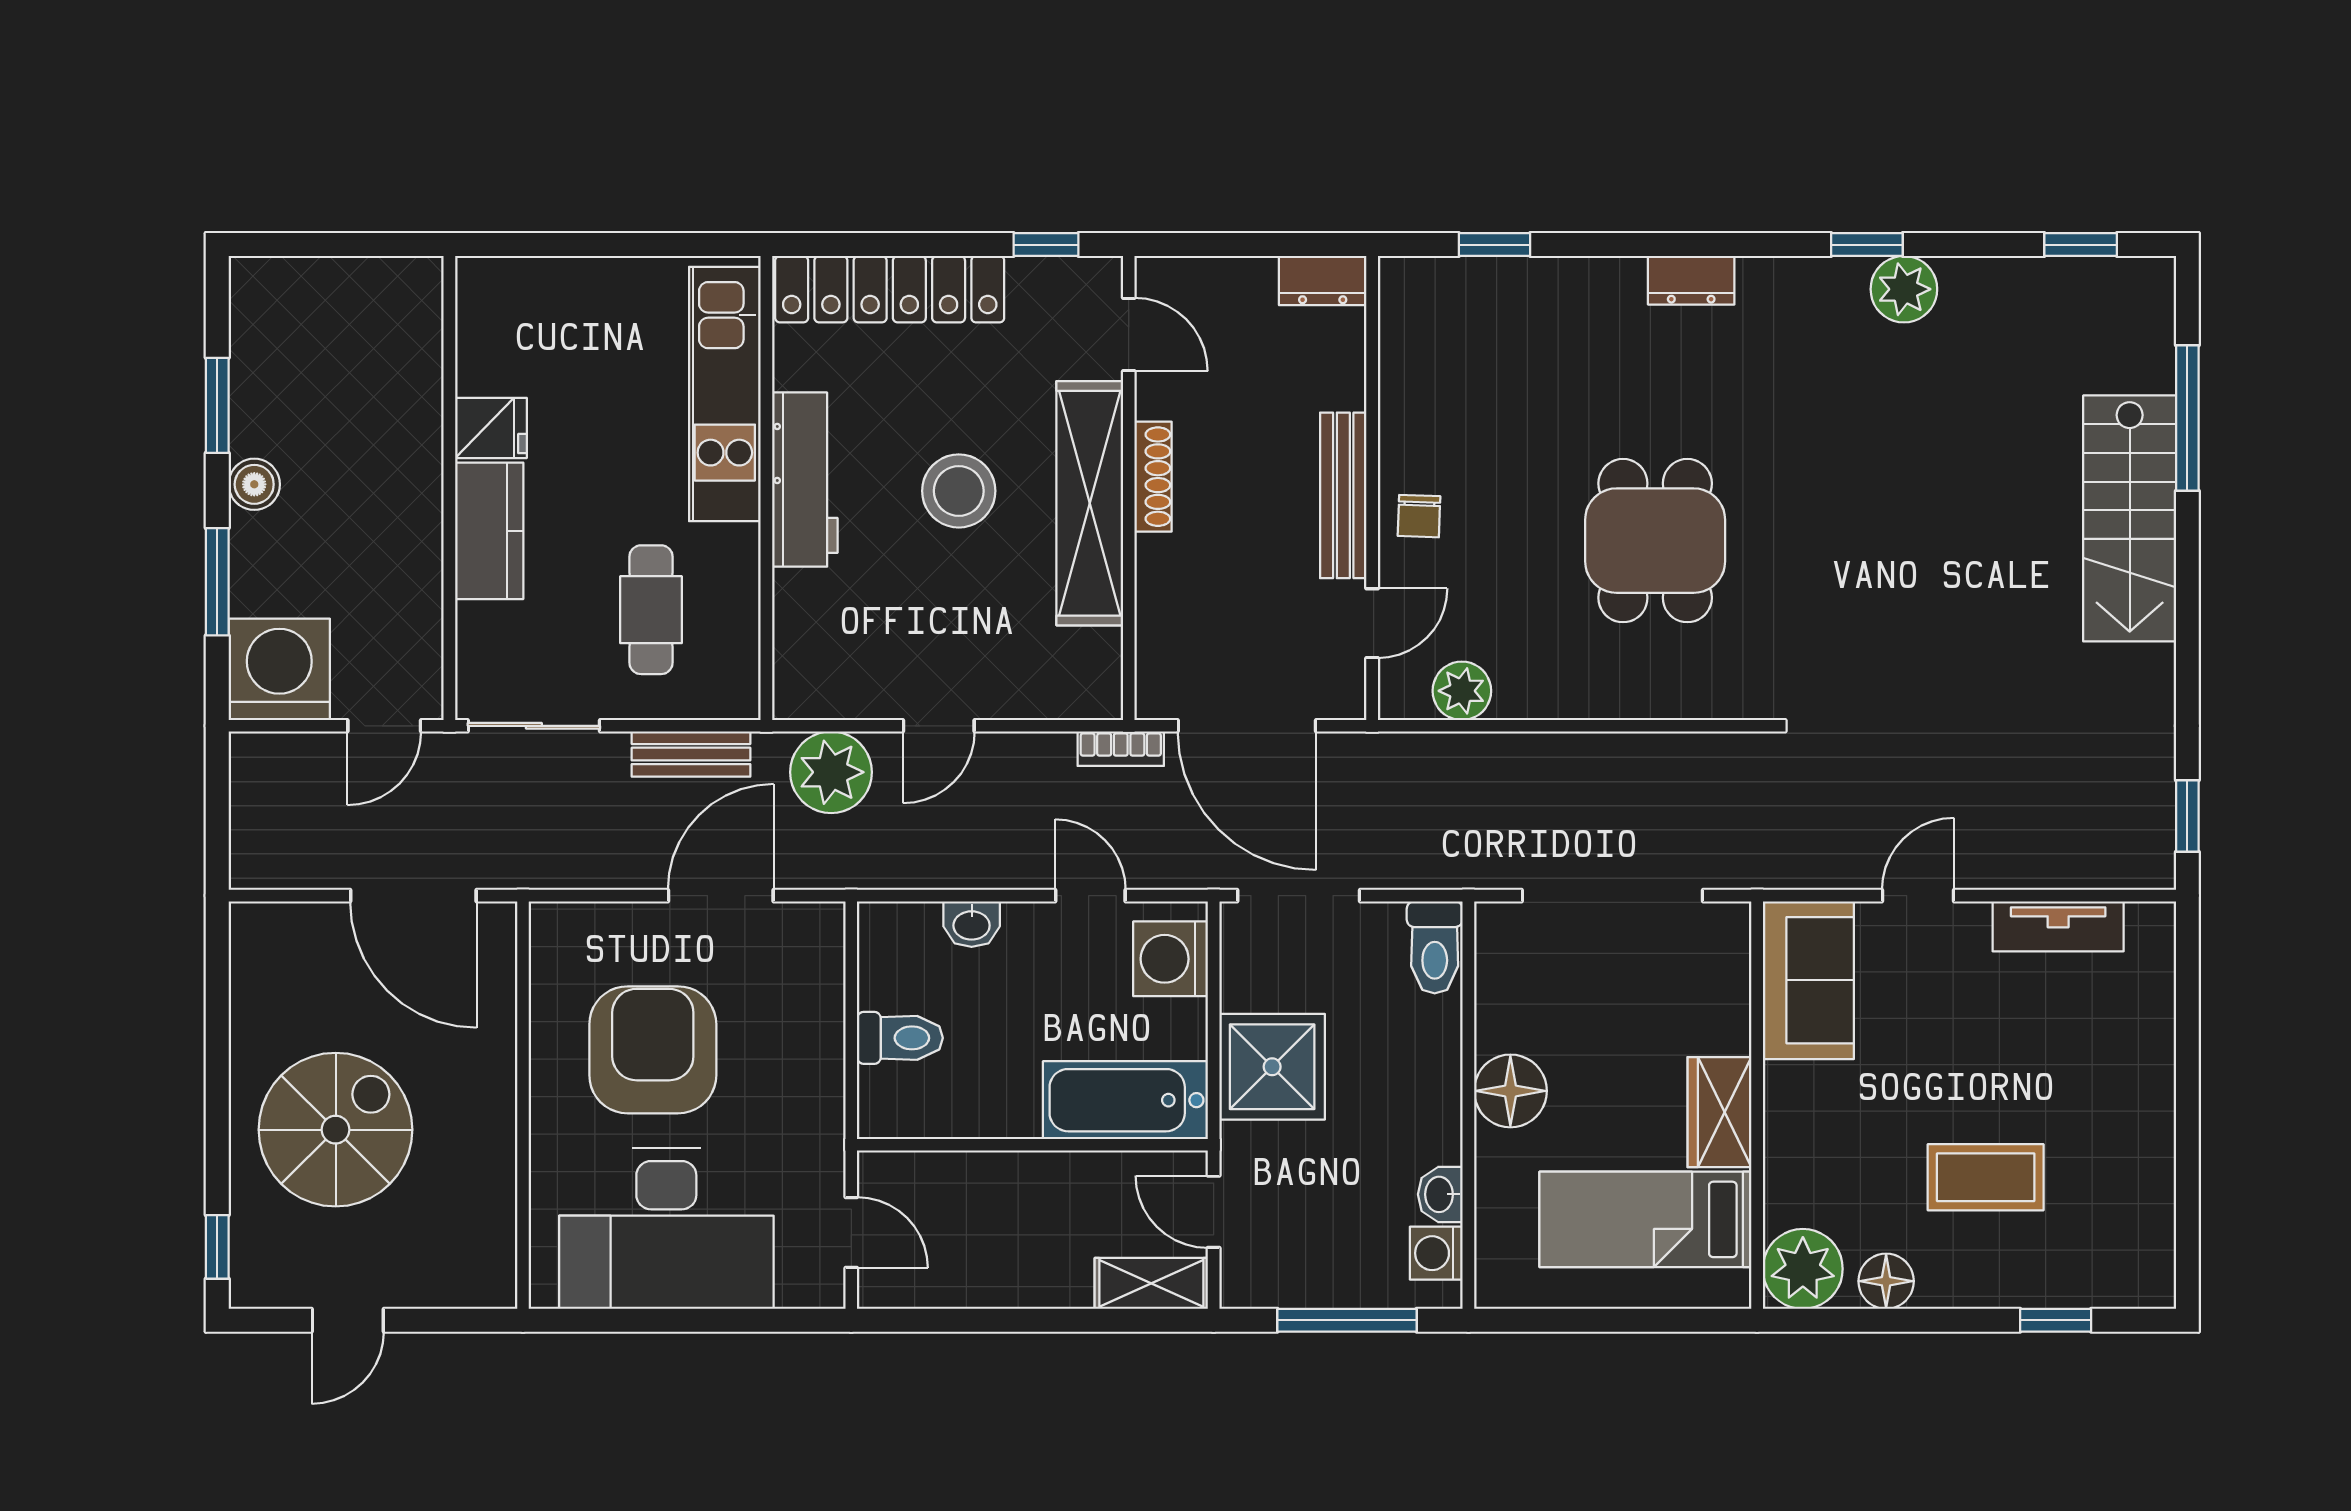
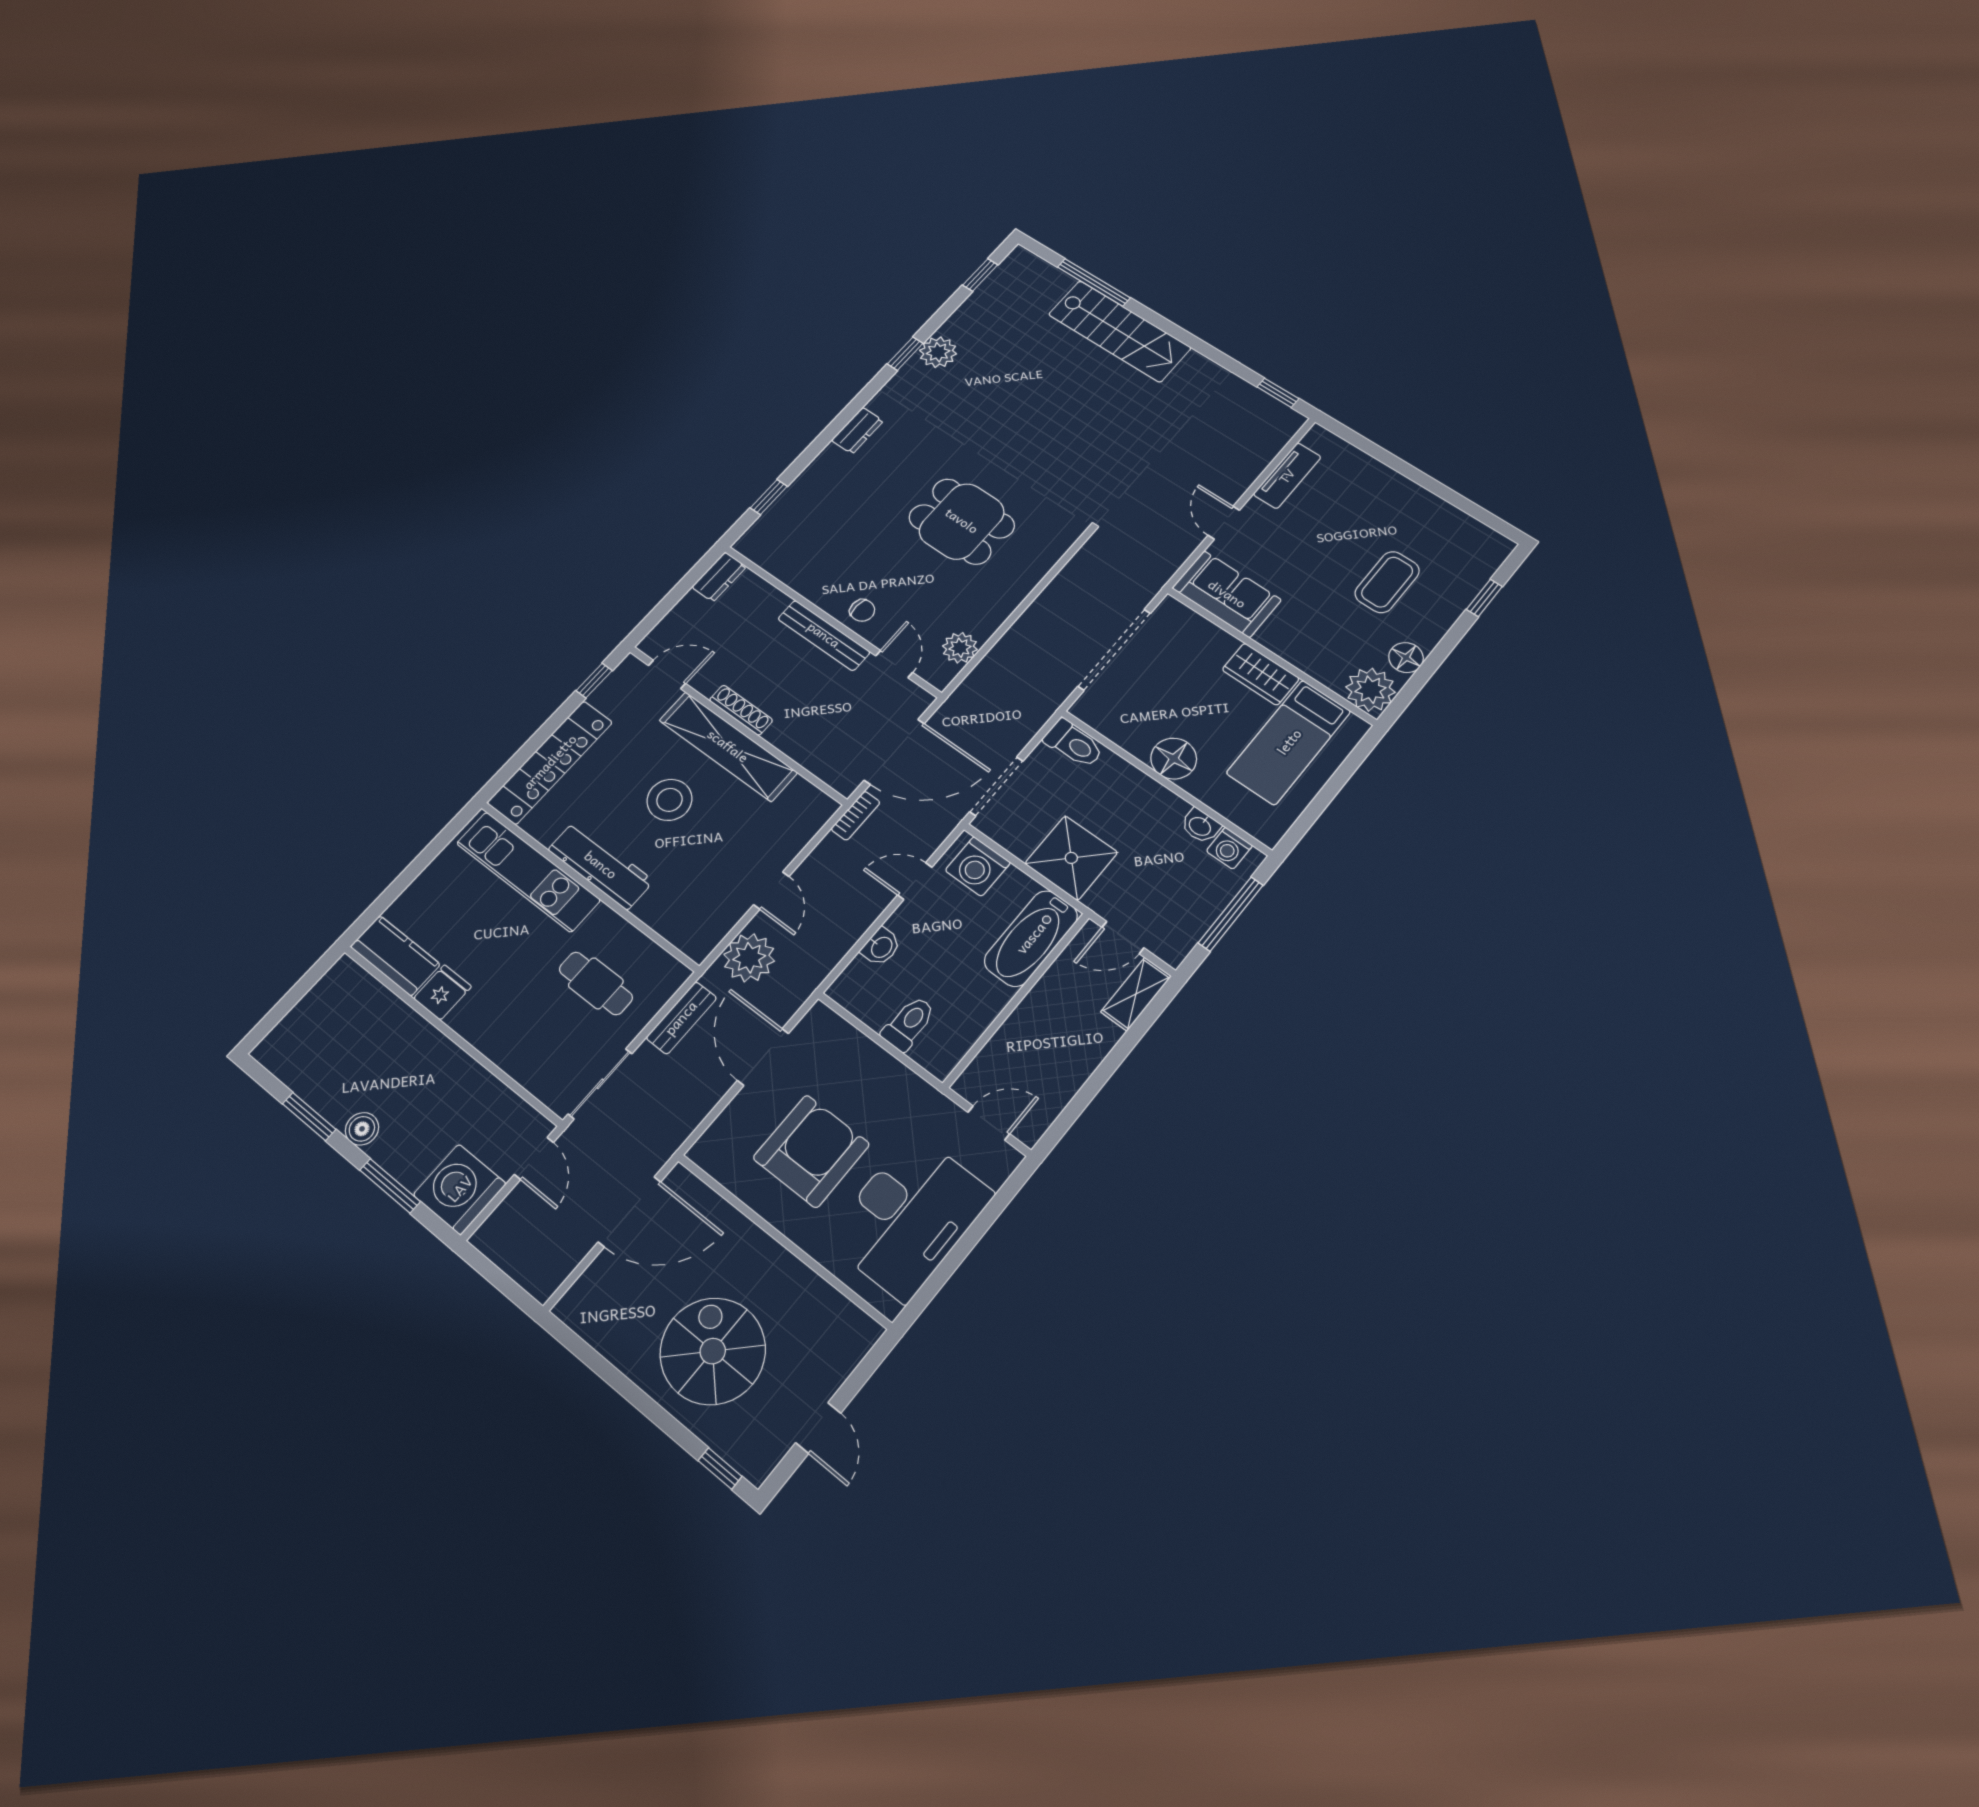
kitchen counter: (489, 531) -> (395, 956), moved
armchair: (653, 1050) -> (811, 1151), turned 90

